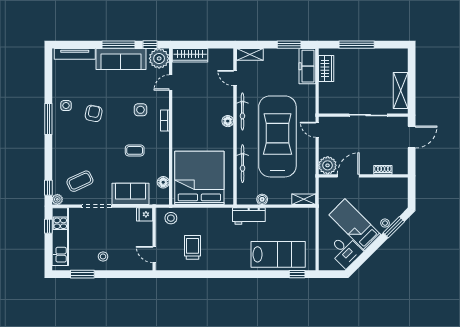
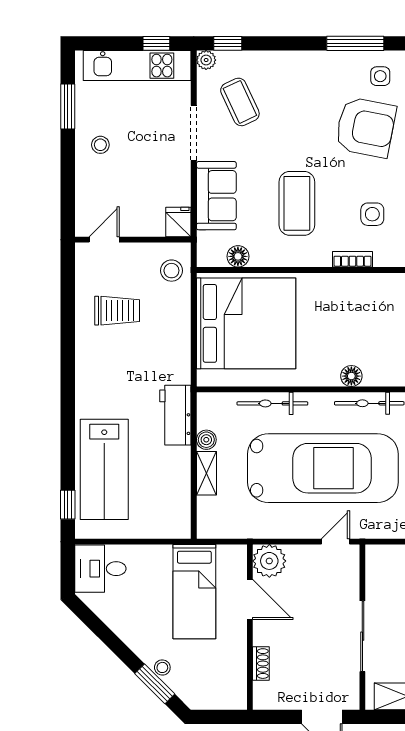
armchair: (94, 113) -> (366, 127), width x1.88, depth x1.88
coffee table: (135, 150) -> (297, 203), width x1.86, depth x1.72
shelving: (304, 199) -> (206, 473), moved
bed: (355, 225) -> (194, 592), moved, turned 135
desk: (345, 251) -> (100, 569), moved, turned 45

